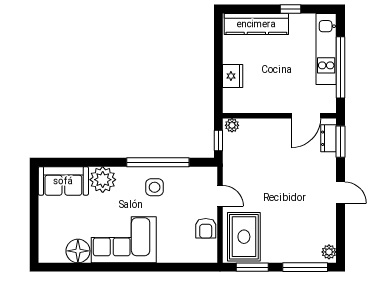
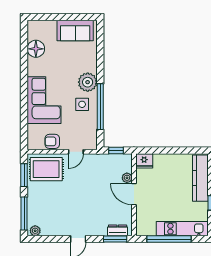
fridge: (233, 76) -> (144, 161), moved
door: (306, 116) -> (134, 194), moved
plant: (232, 125) -> (127, 178), moved
plant: (103, 180) -> (88, 82), moved
sofa: (63, 181) -> (75, 31), moved, turned -90
corner sofa: (124, 240) -> (44, 100), moved

